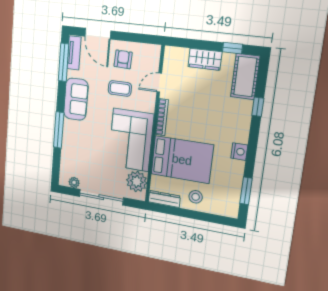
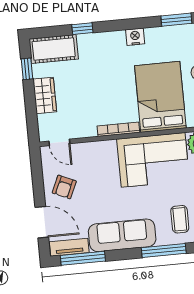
door: (98, 34) -> (42, 222), hinge flipped
armchair: (123, 59) -> (64, 187), turned -68
door: (159, 82) -> (59, 142), moved
coffee table: (120, 88) -> (180, 219), moved
sofa: (76, 99) -> (122, 235), width x1.36

